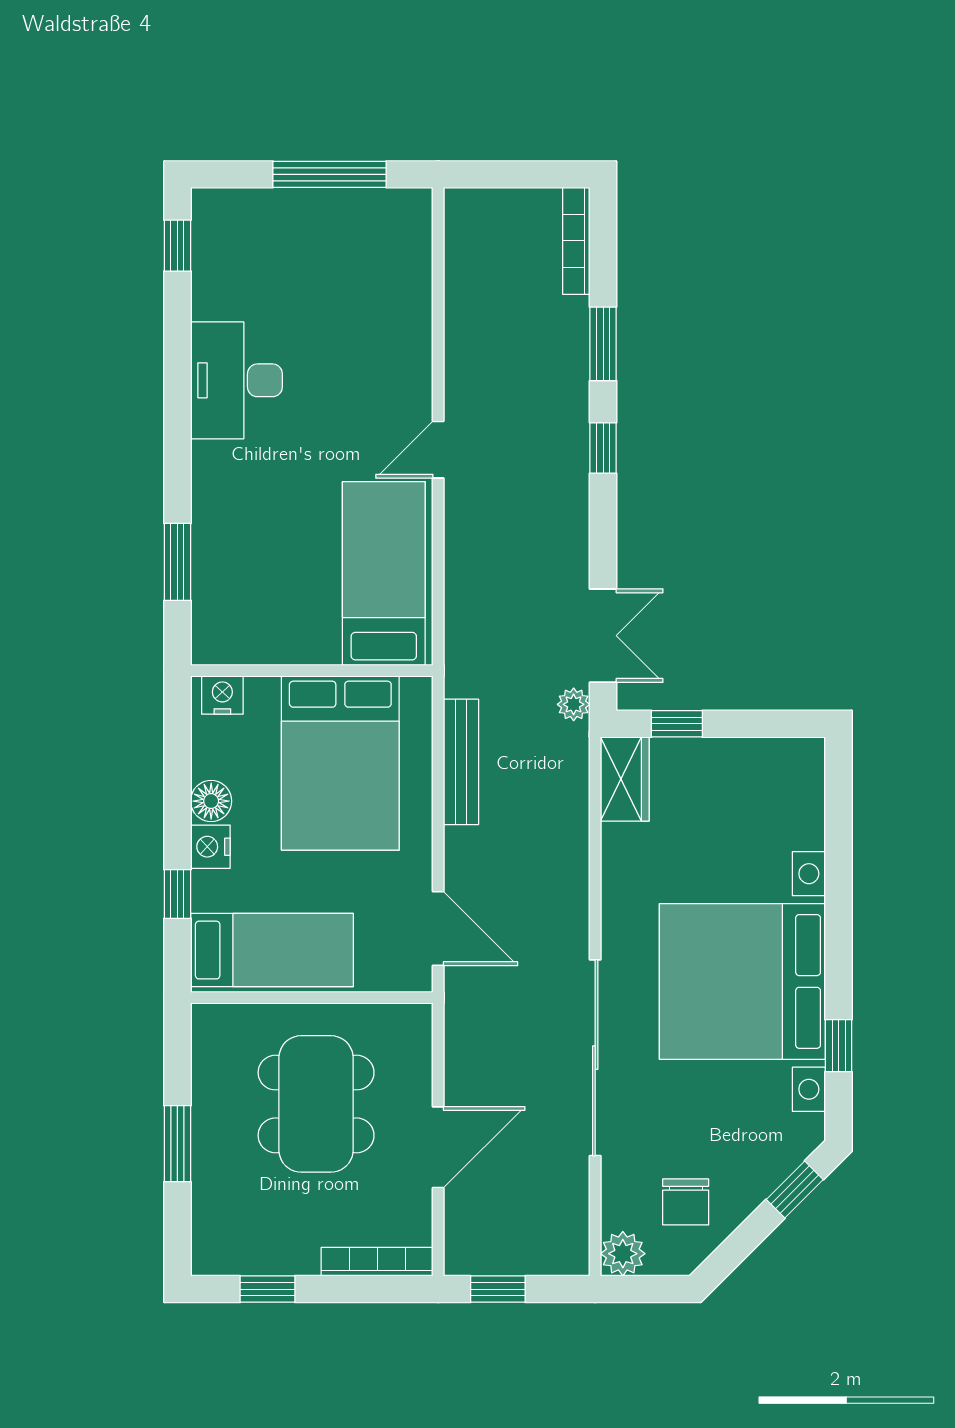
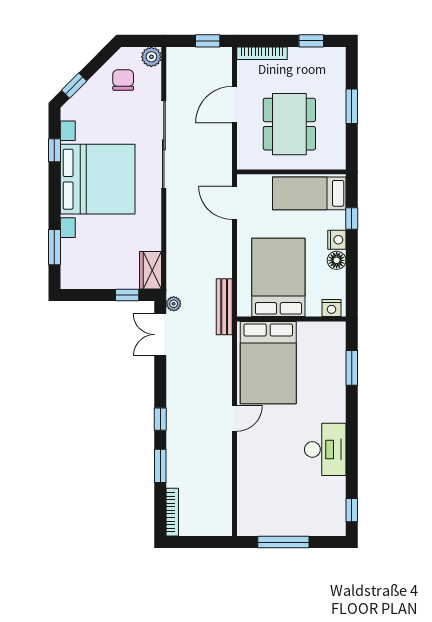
bed: (384, 574) -> (268, 363), width x1.50
bench: (461, 762) -> (224, 307), moved
window: (839, 830) -> (54, 247), added

